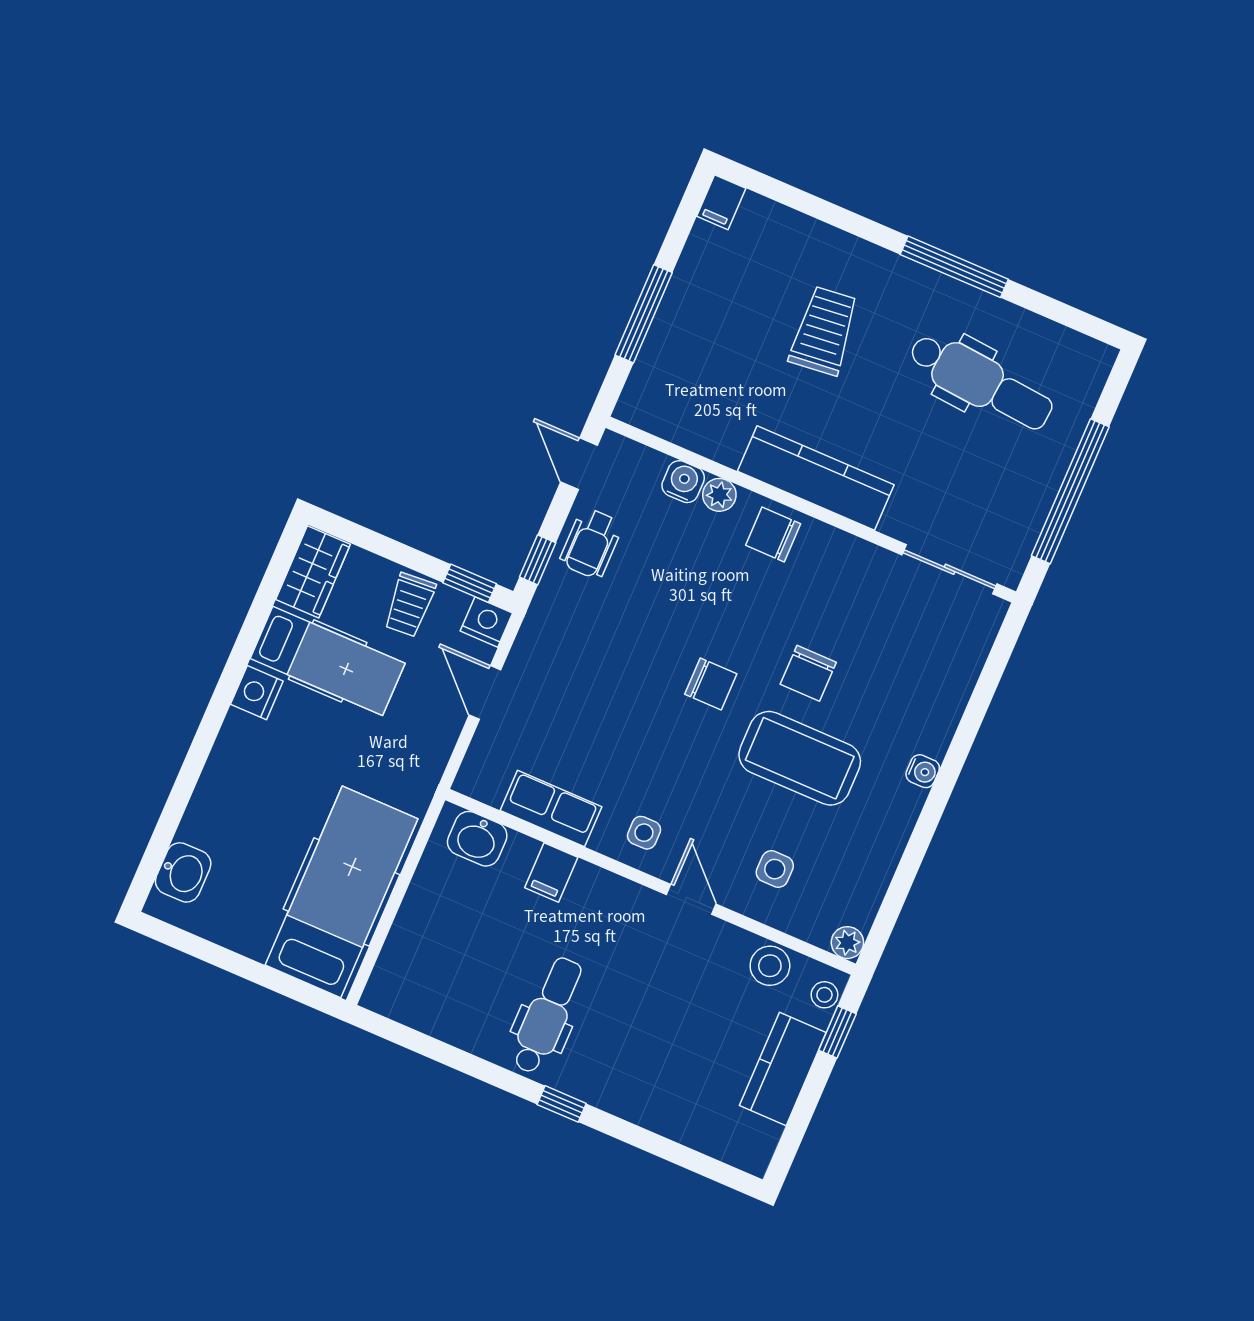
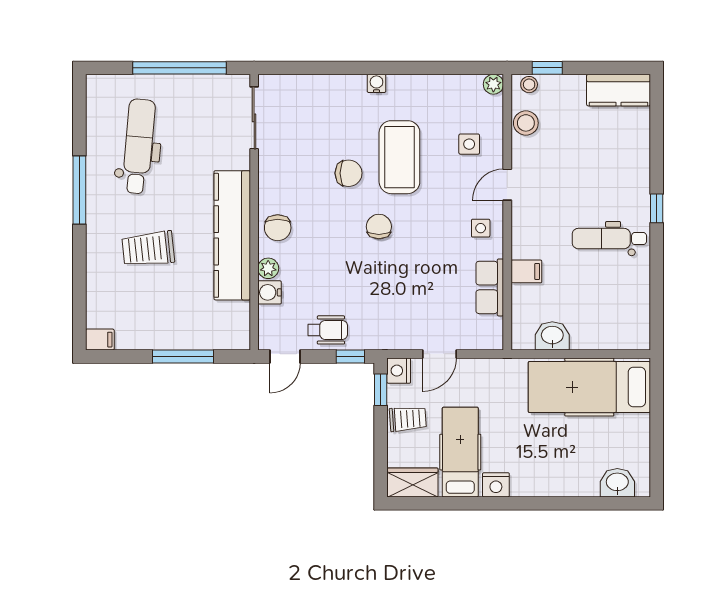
kitchen counter: (816, 478) -> (232, 235), width x1.39, depth x1.17
washbasin: (477, 839) -> (552, 336), moved, turned -90
kitchen counter: (783, 1069) -> (619, 90), moved

